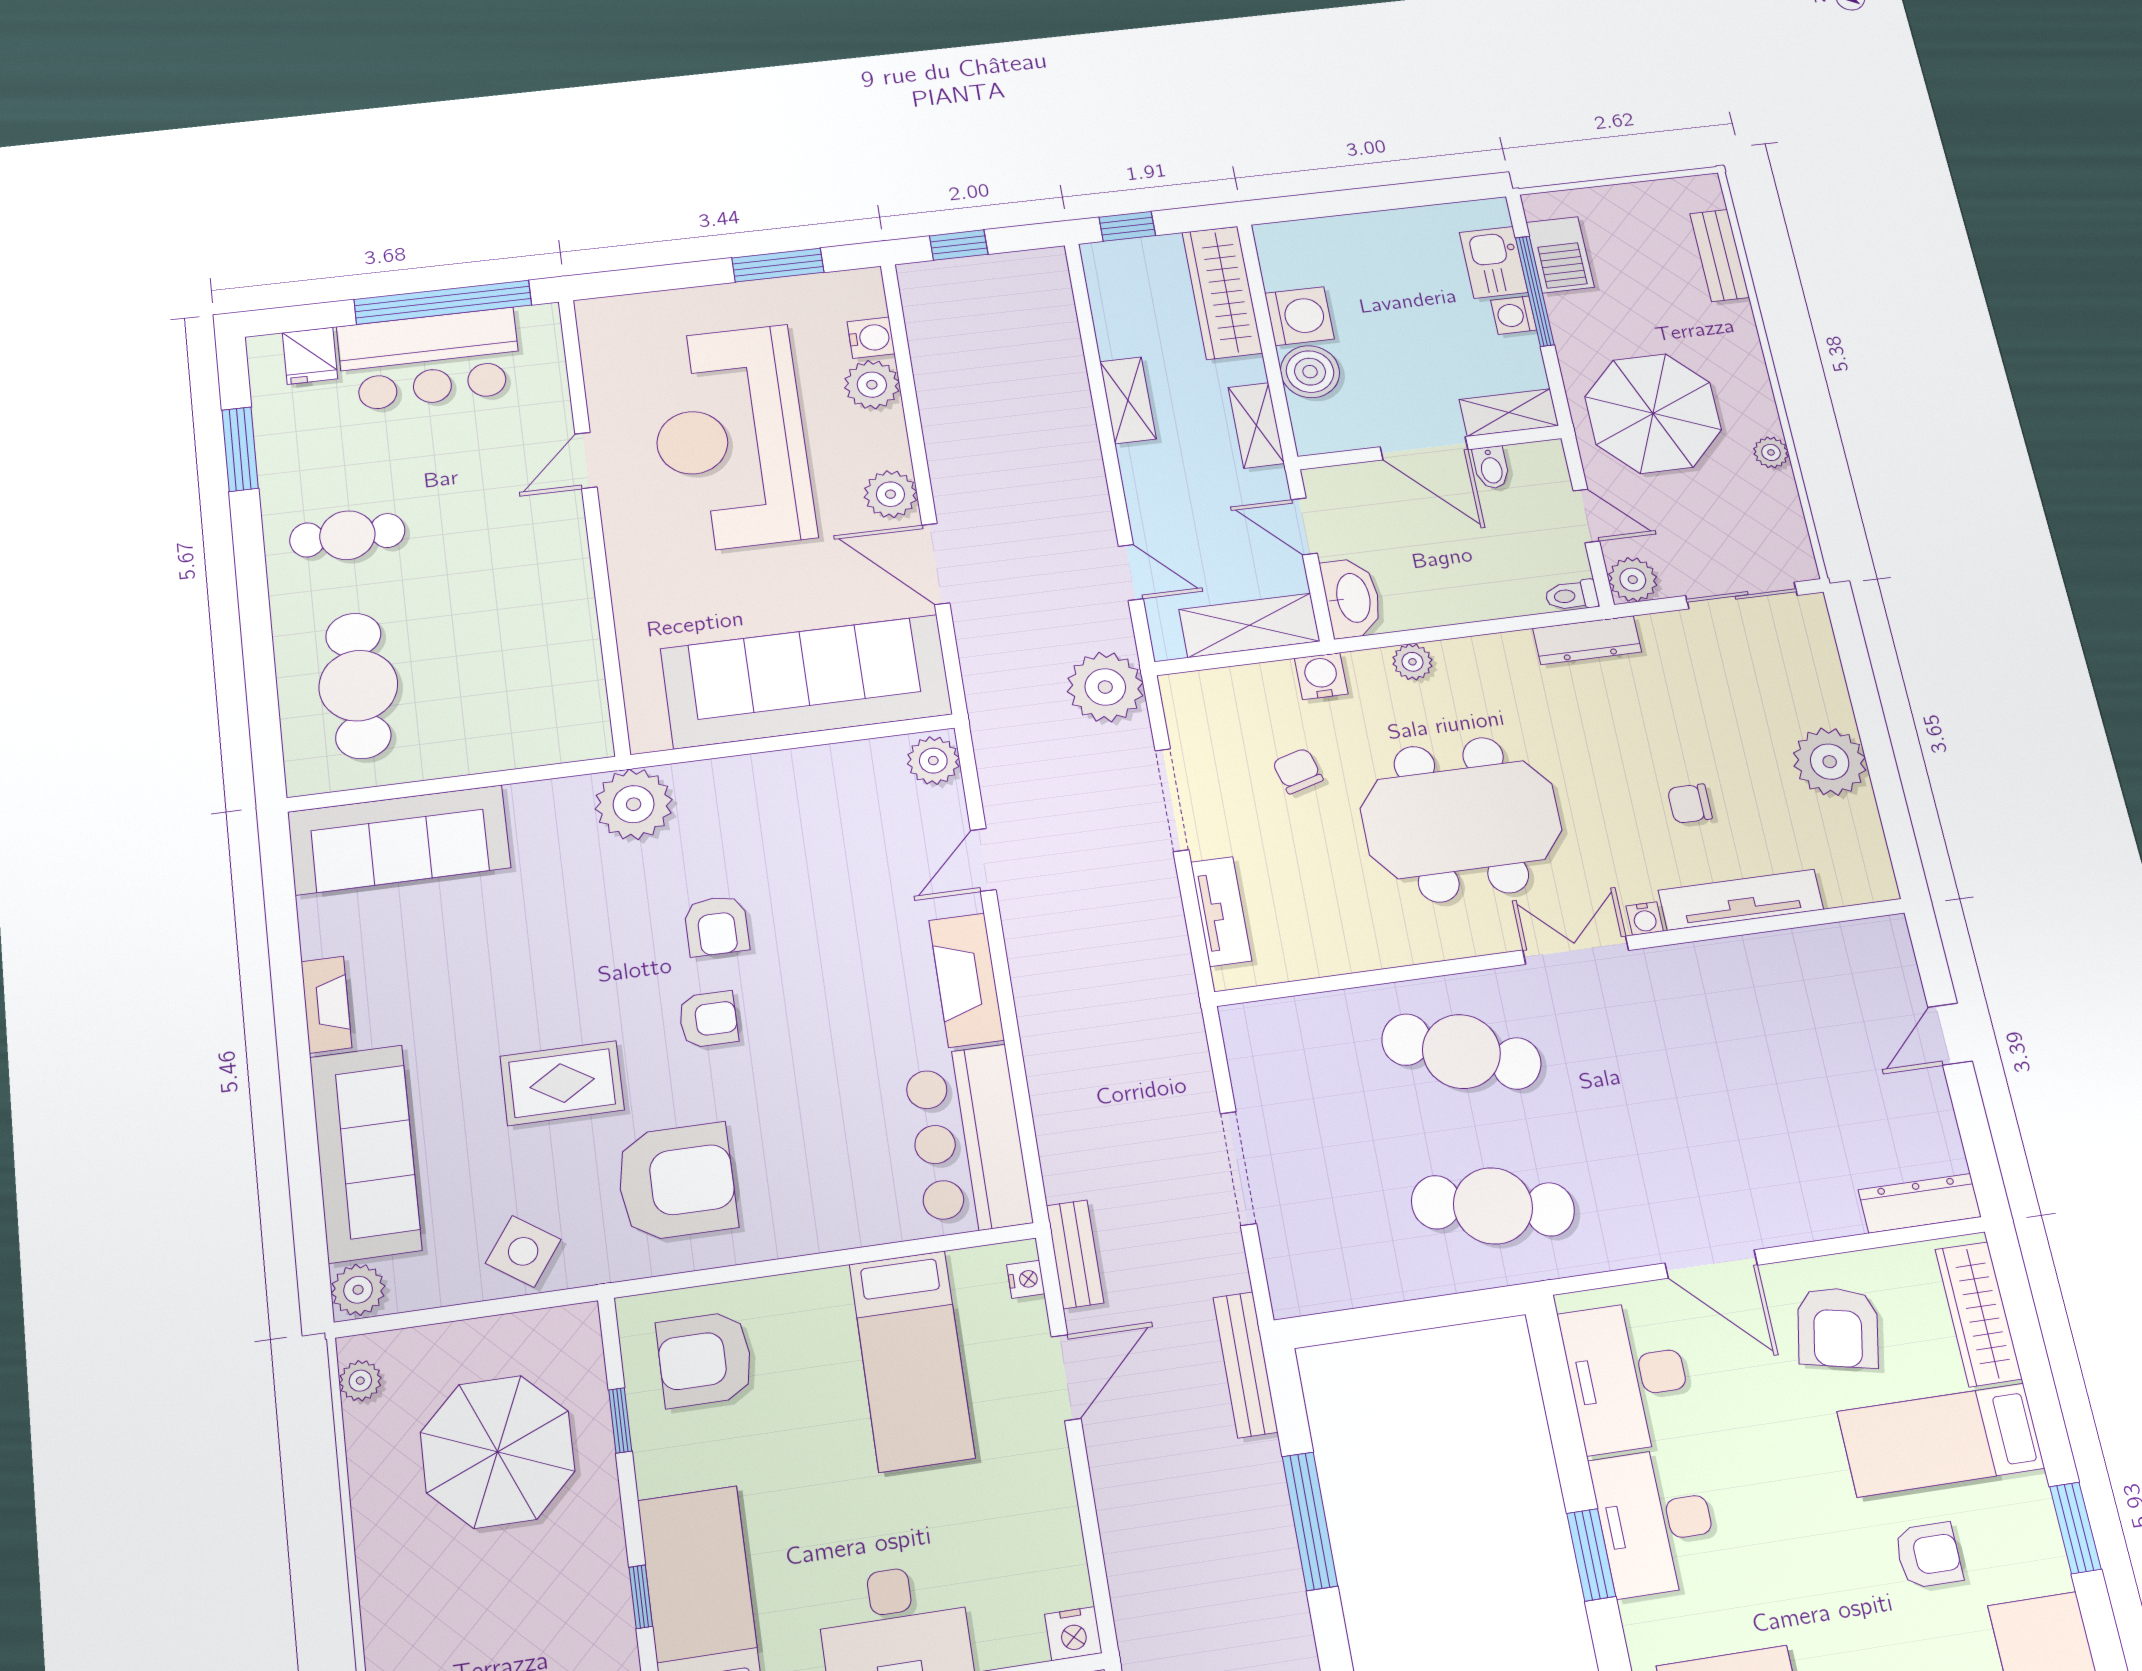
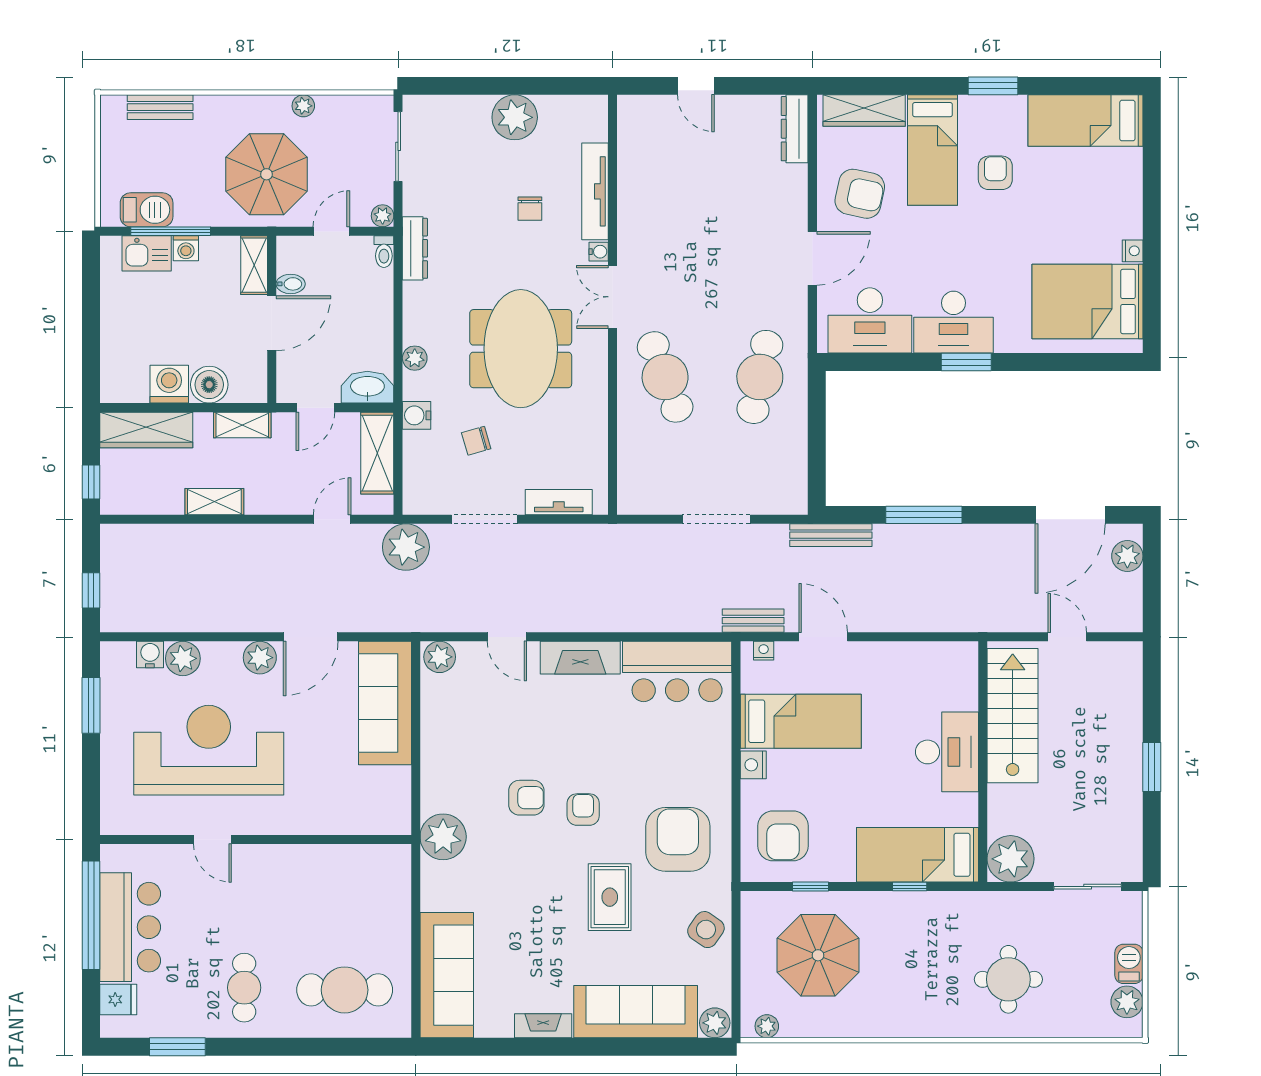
reception desk: (730, 438) -> (209, 750), turned 180
plant: (1633, 580) -> (383, 216), width x0.73, depth x0.73
sofa: (806, 681) -> (385, 703), width x0.74, depth x0.79
cafe table: (1461, 1052) -> (665, 377), turned -42
nightstand: (1073, 1634) -> (753, 765), moved, turned 180

